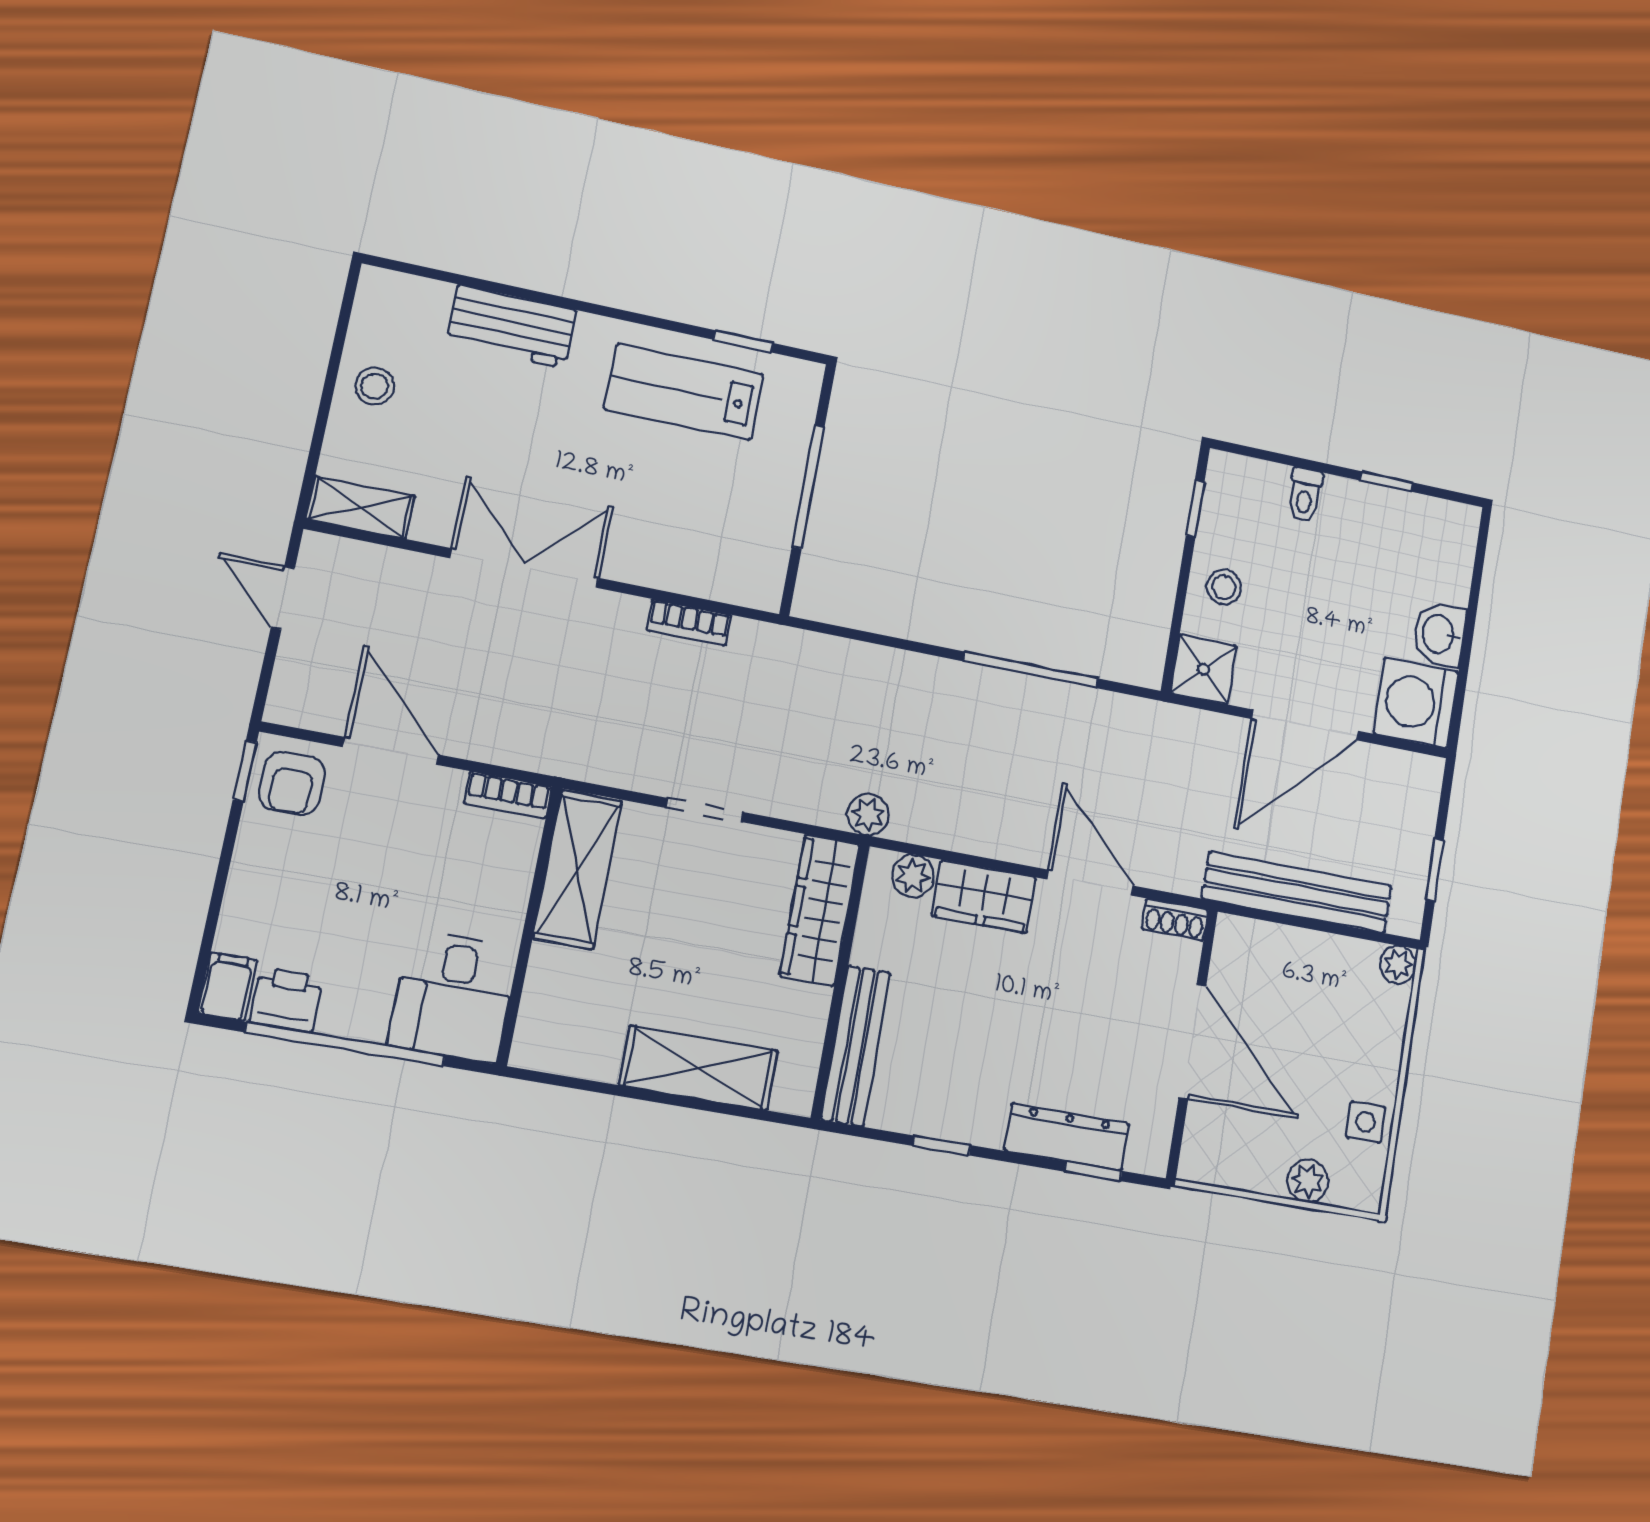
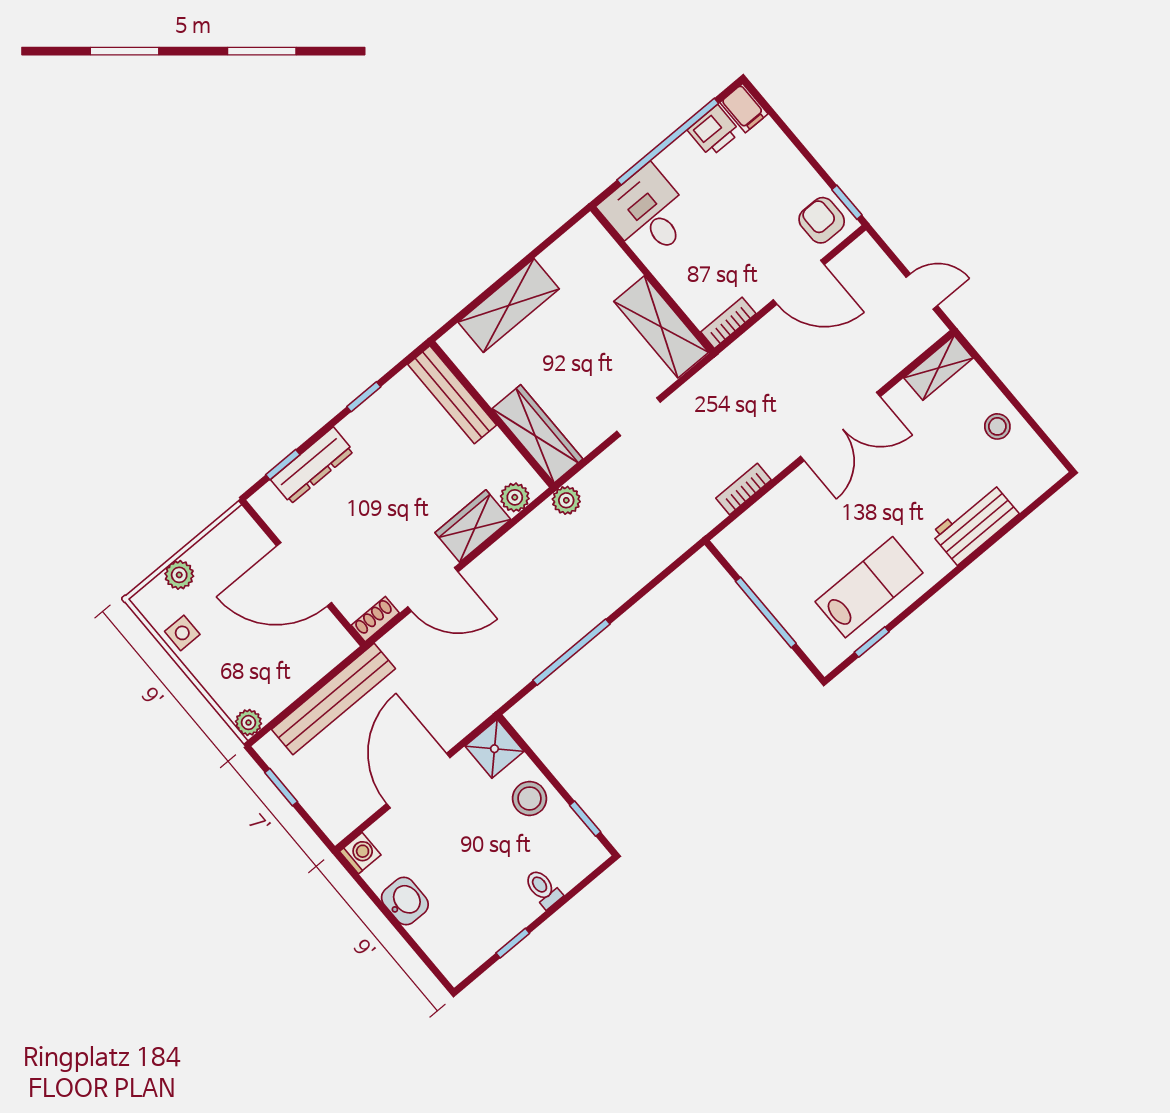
stool: (1224, 587) -> (530, 798), width x1.37, depth x1.37
washing machine: (1416, 703) -> (360, 853), width x0.53, depth x0.53

